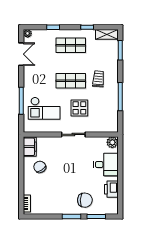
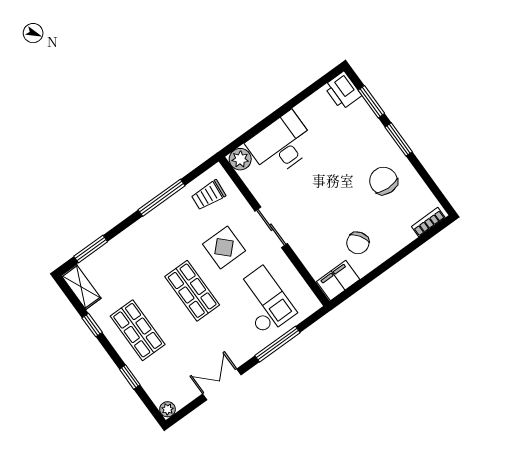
double door: (21, 54) -> (222, 384), moved
trolley: (98, 79) -> (208, 195), moved
desk: (106, 165) -> (281, 145), width x1.37
printer: (111, 189) -> (343, 91), moved, turned 90
chair: (85, 200) -> (383, 181), moved

